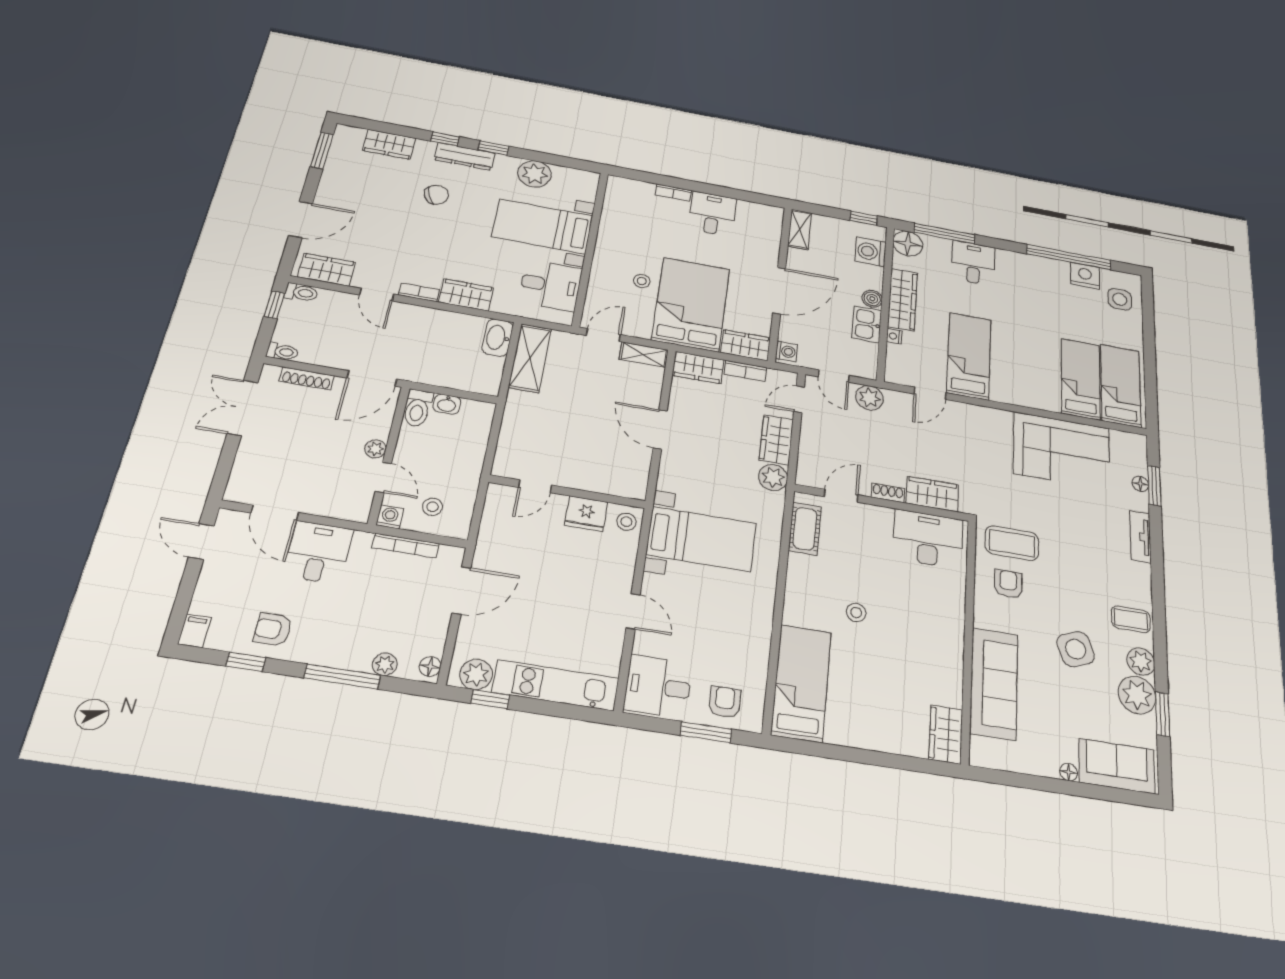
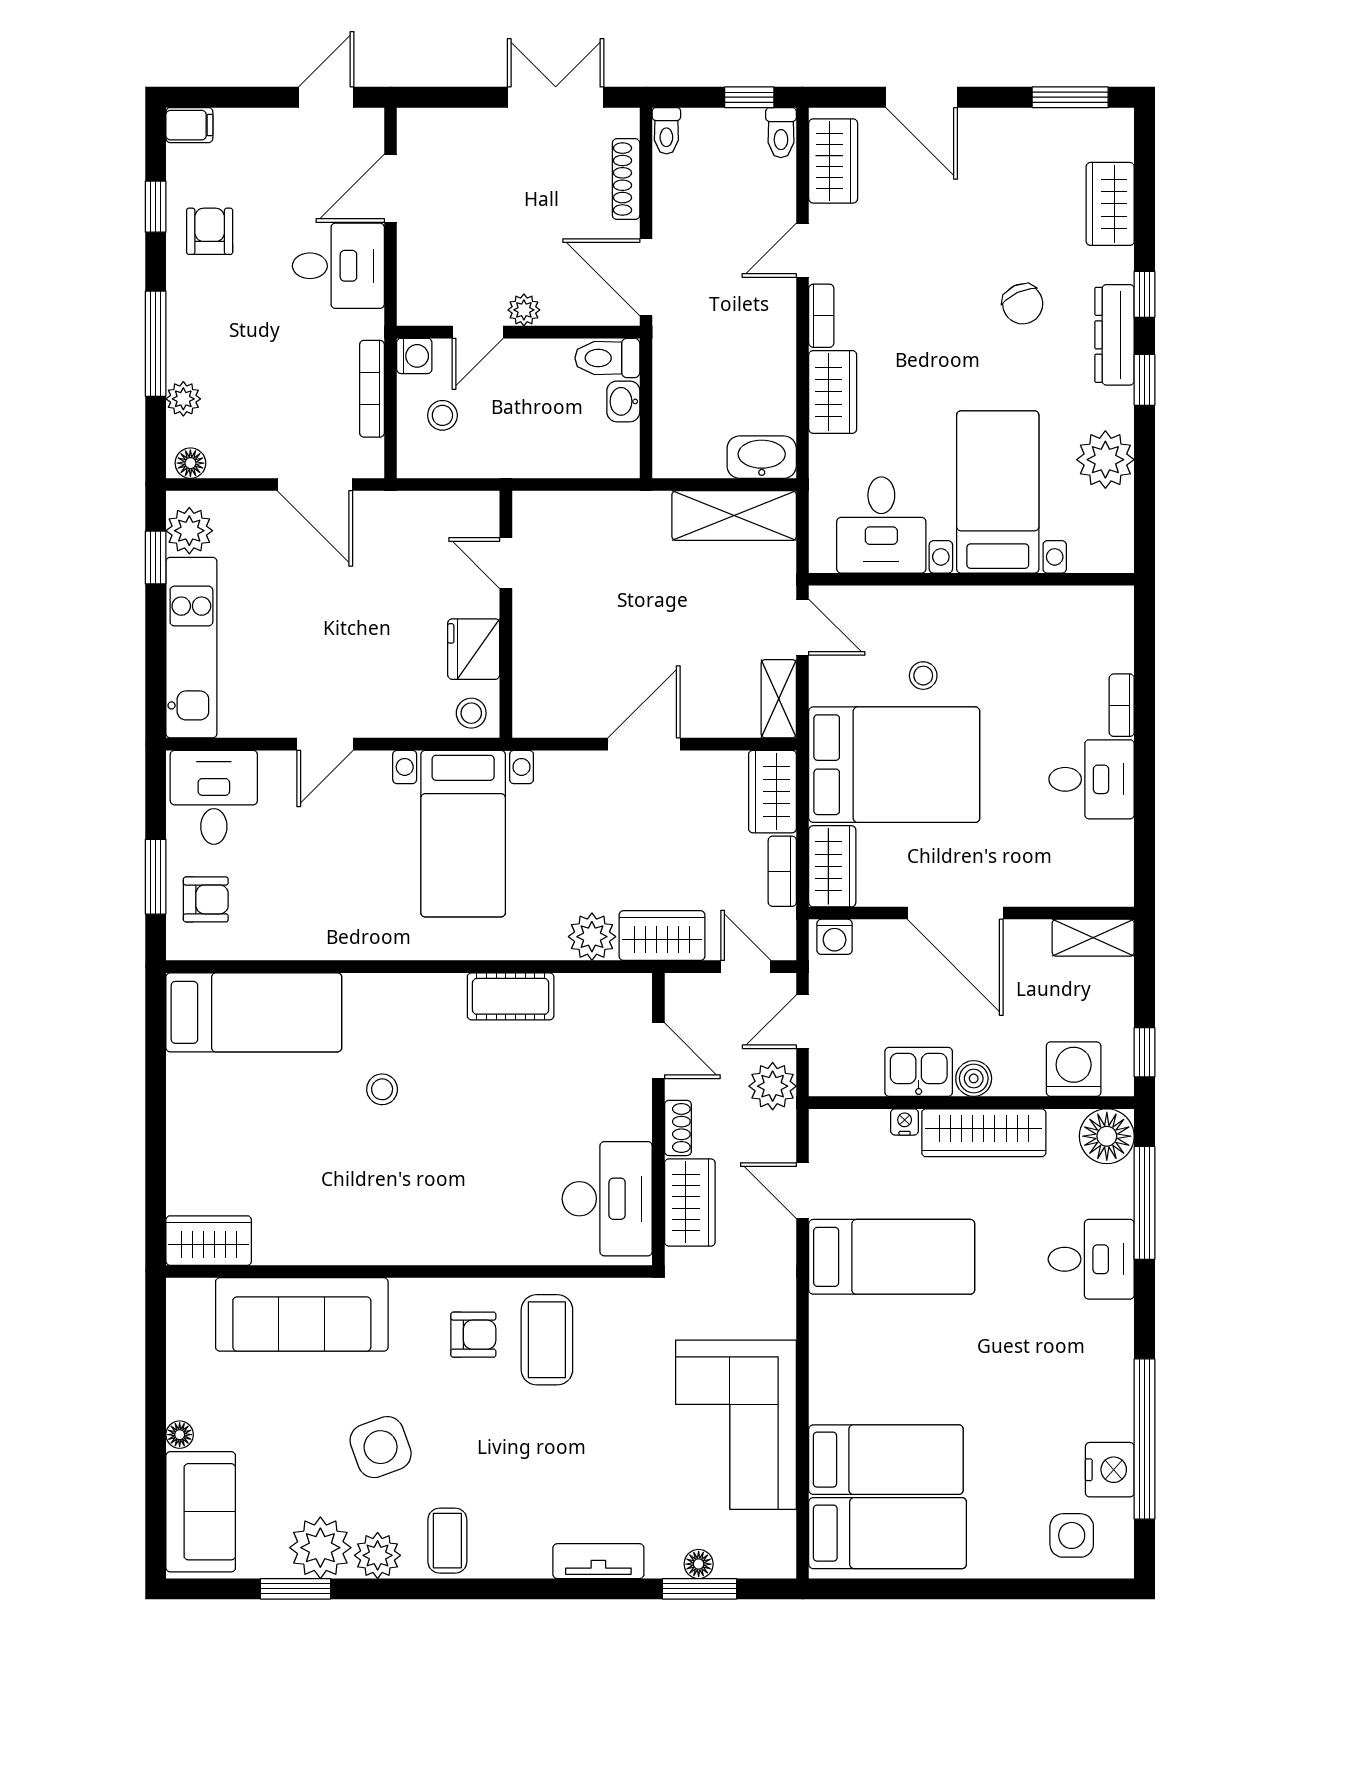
shoe rack: (888, 493) -> (678, 1128), moved
wardrobe: (932, 494) -> (690, 1202), moved
door: (841, 496) -> (658, 1051), moved
wall: (882, 503) -> (658, 1119), moved
desk: (928, 539) -> (607, 1199), moved

